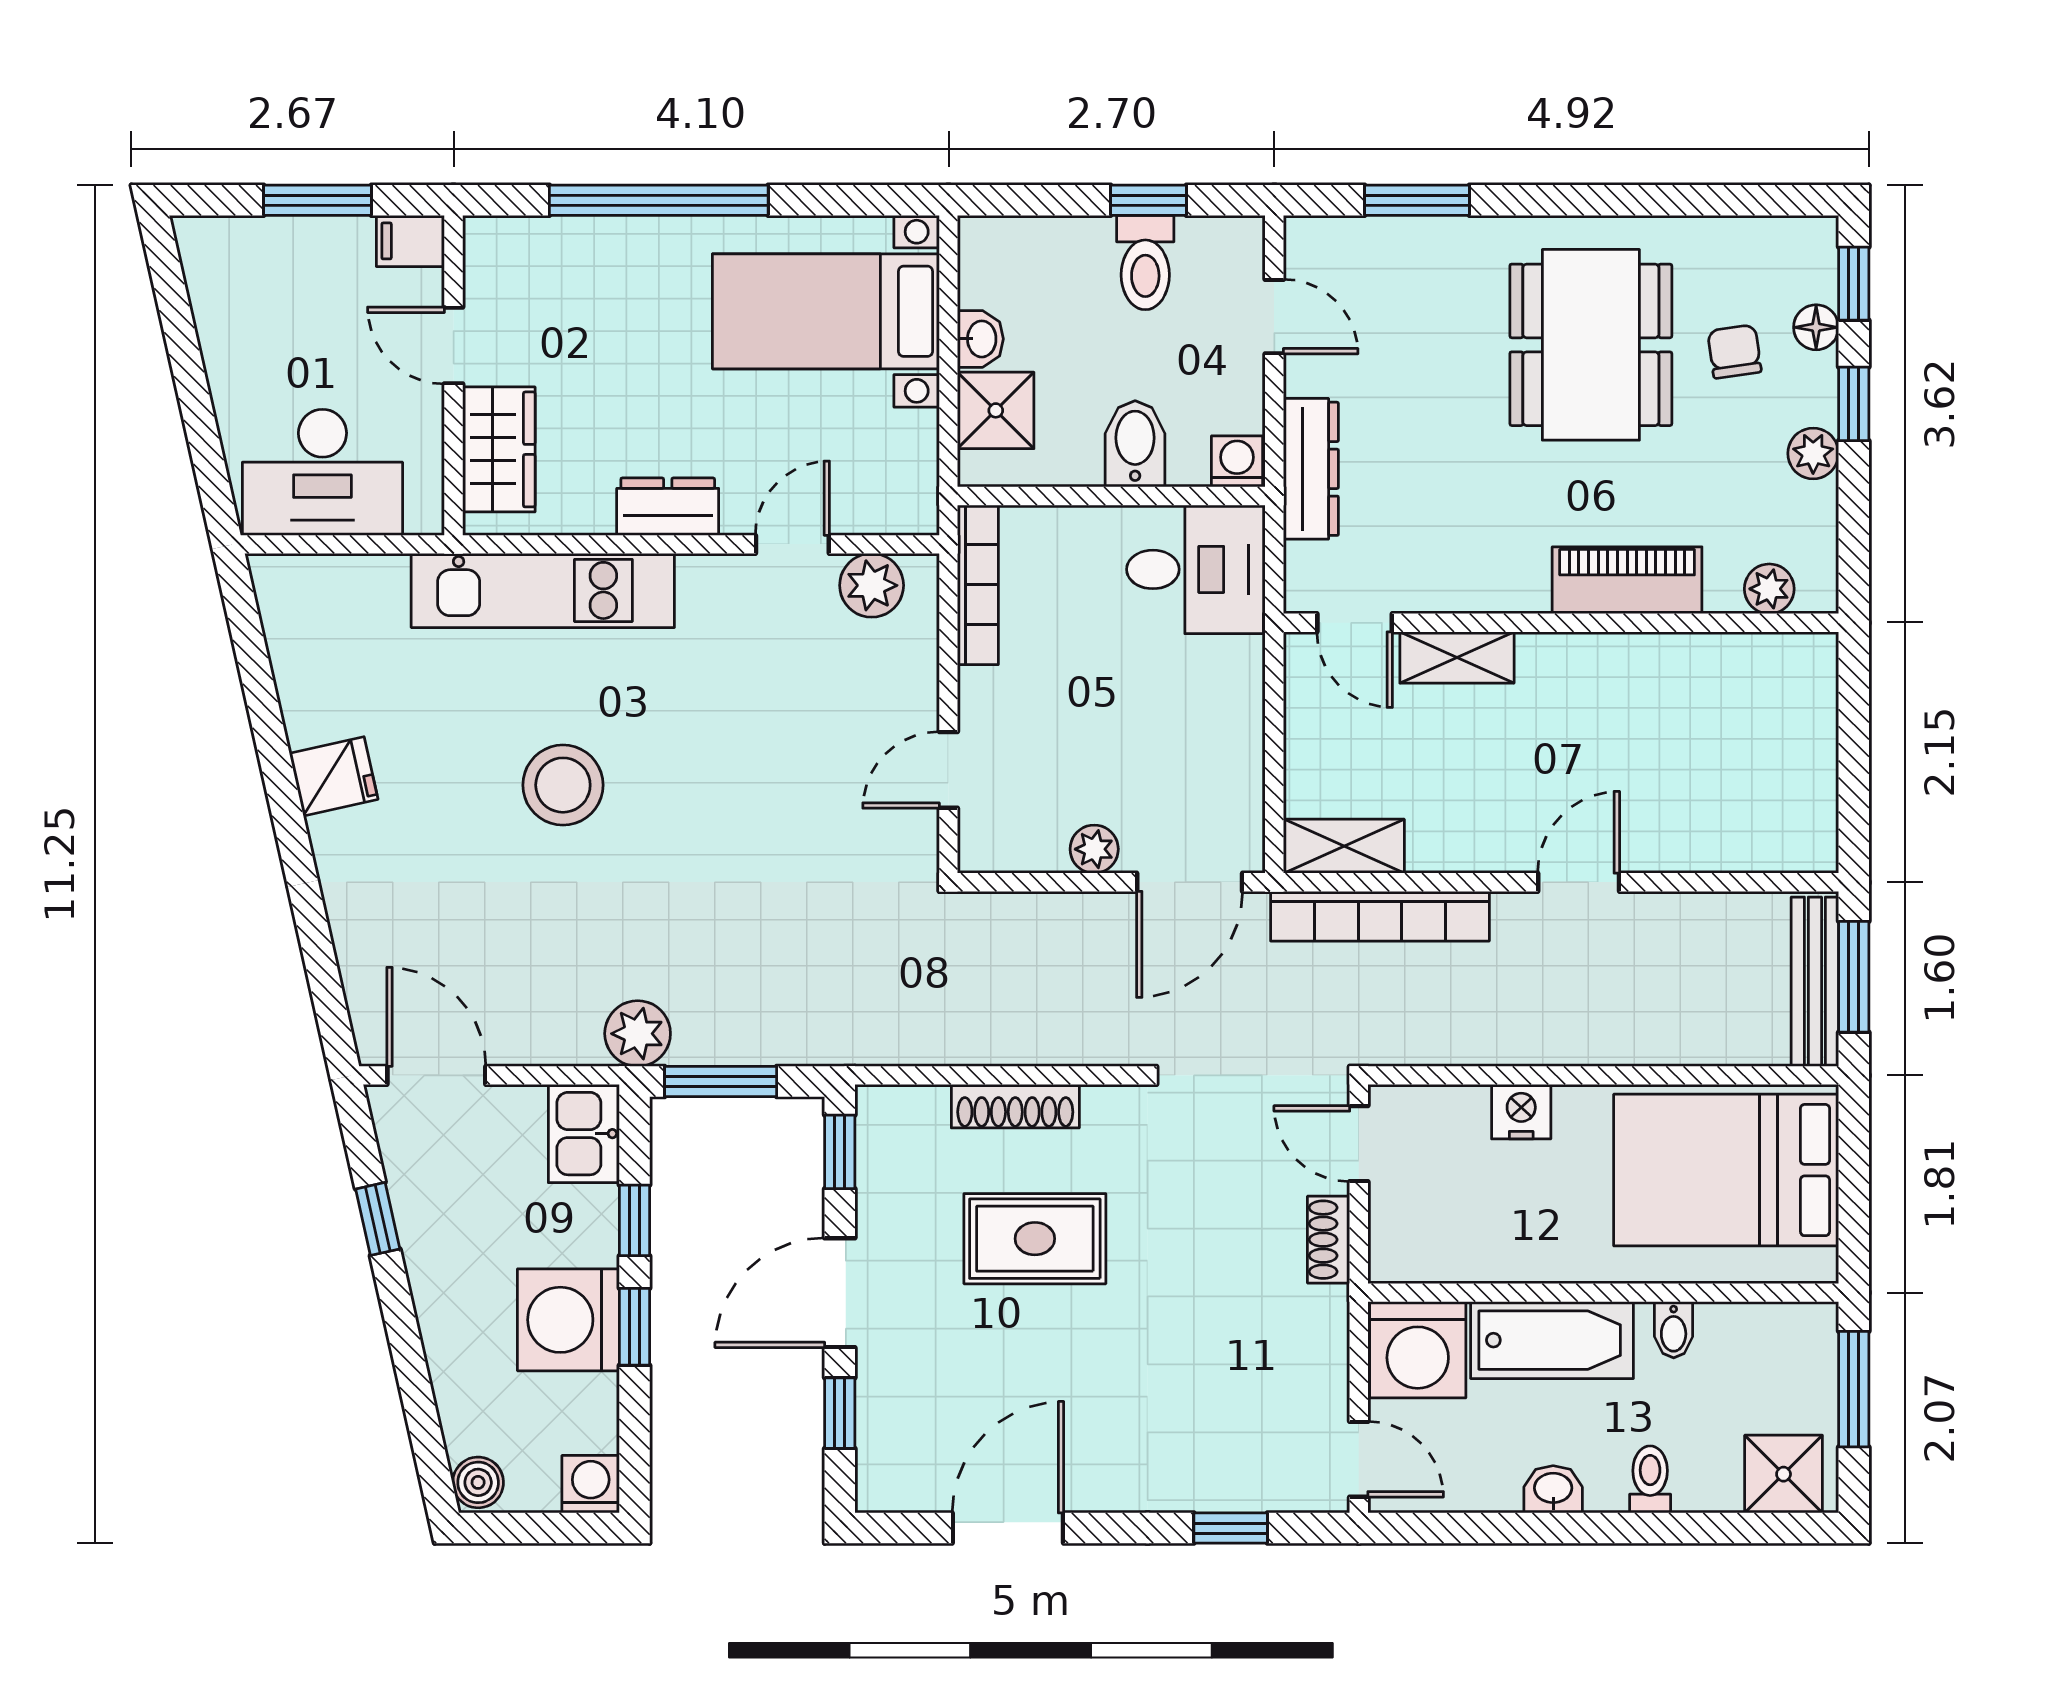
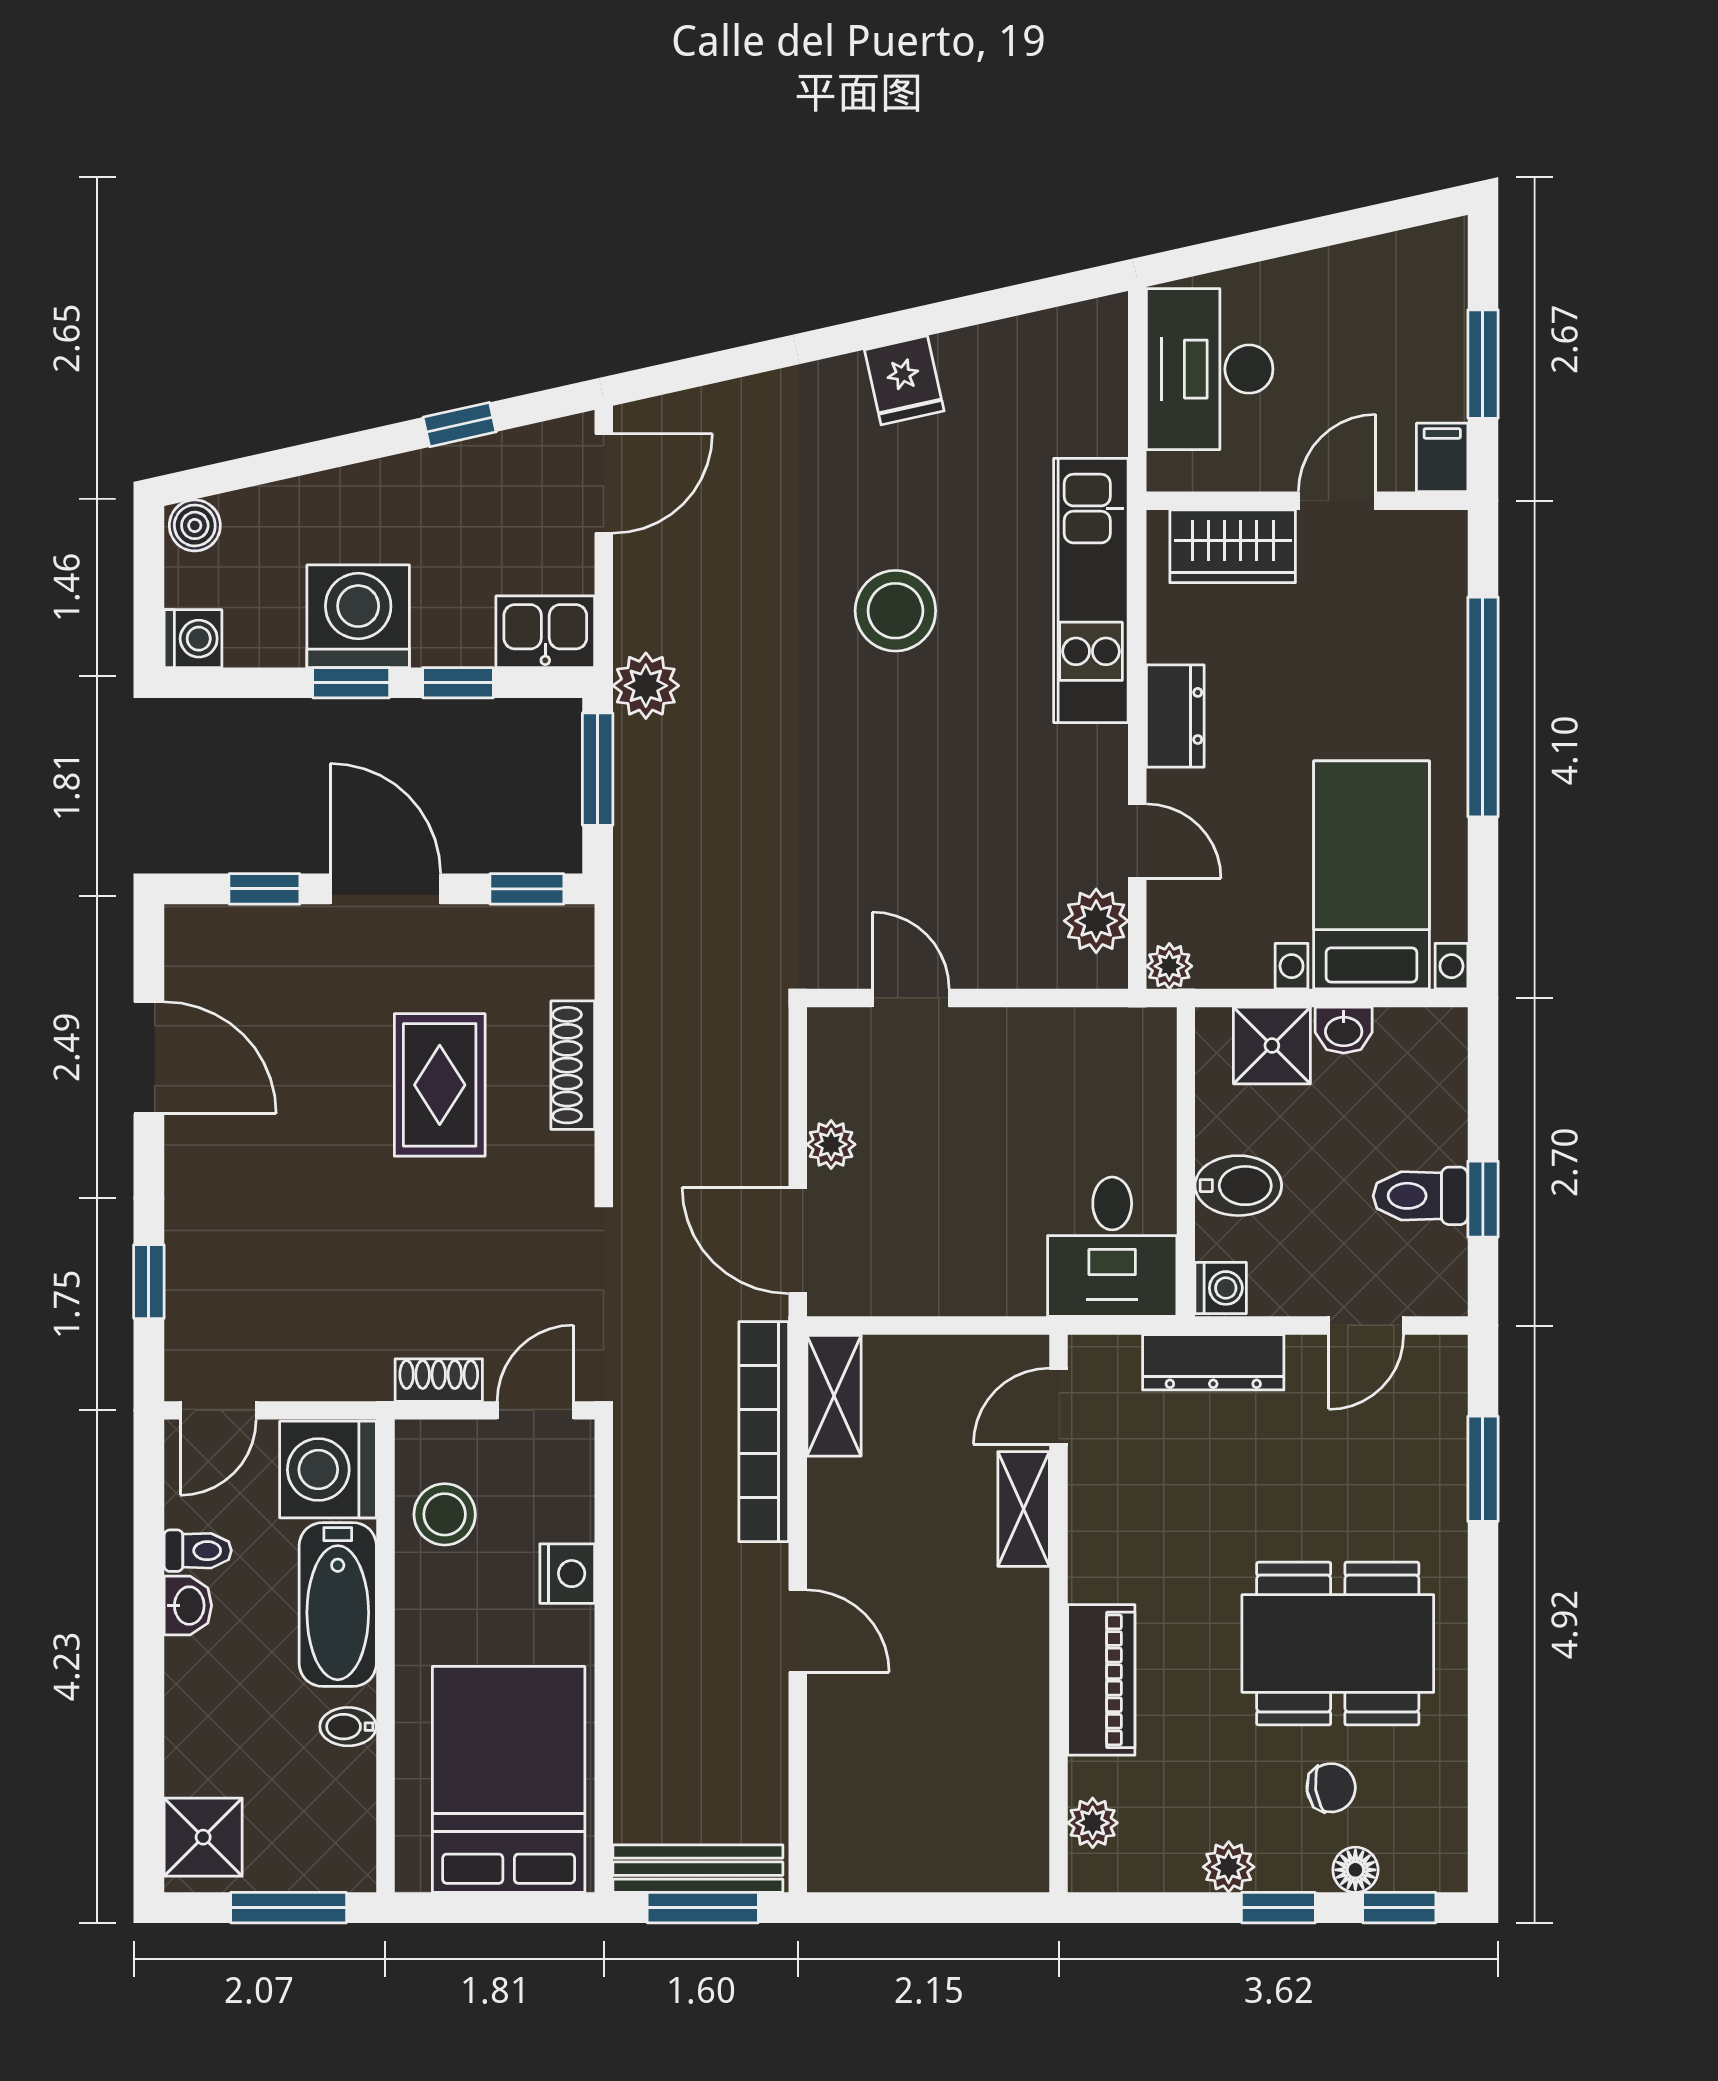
plant: (917, 513) -> (1169, 966), added
bookcase: (978, 585) -> (1097, 1028), removed
stool: (1462, 1234) -> (445, 1514), added
toilet: (1650, 1479) -> (198, 1551), moved

